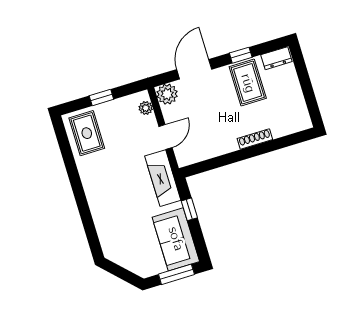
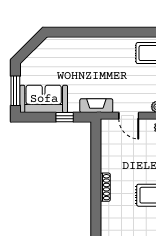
fireplace: (163, 178) -> (96, 106), width x0.73, depth x0.76

